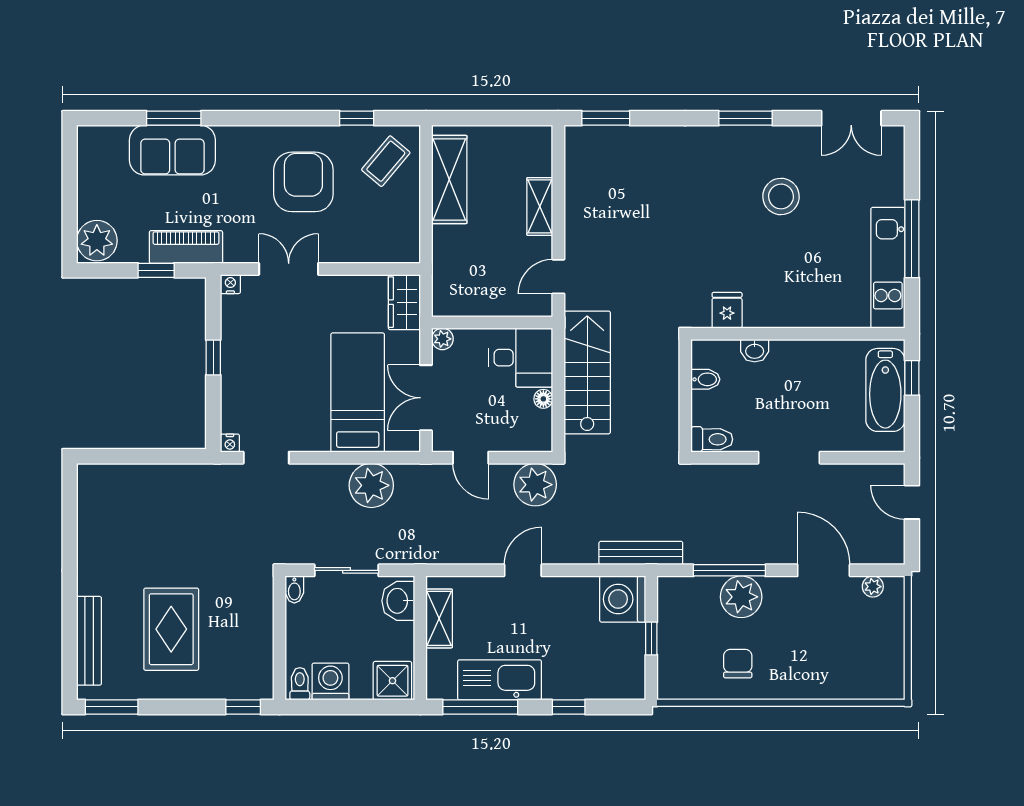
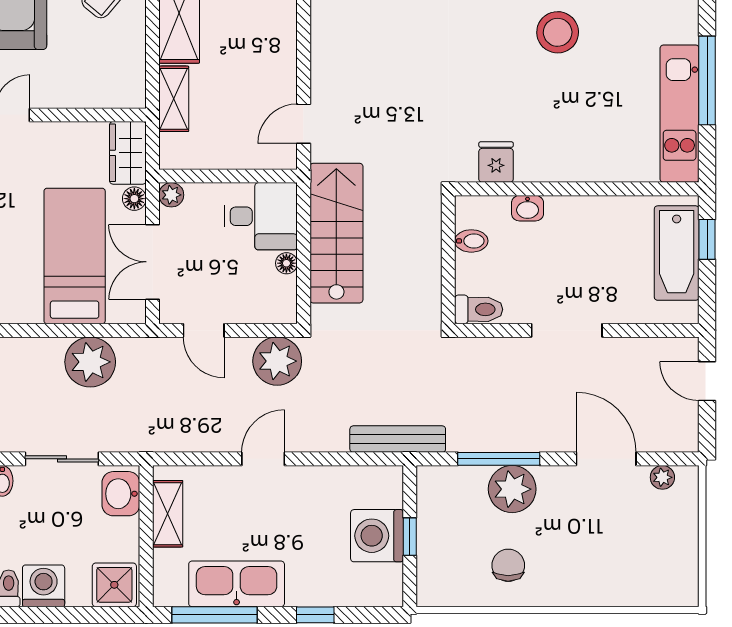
shelving: (540, 206) -> (174, 99), moved
floor lamp: (410, 342) -> (134, 199), added
washing machine: (623, 599) -> (377, 536), moved

